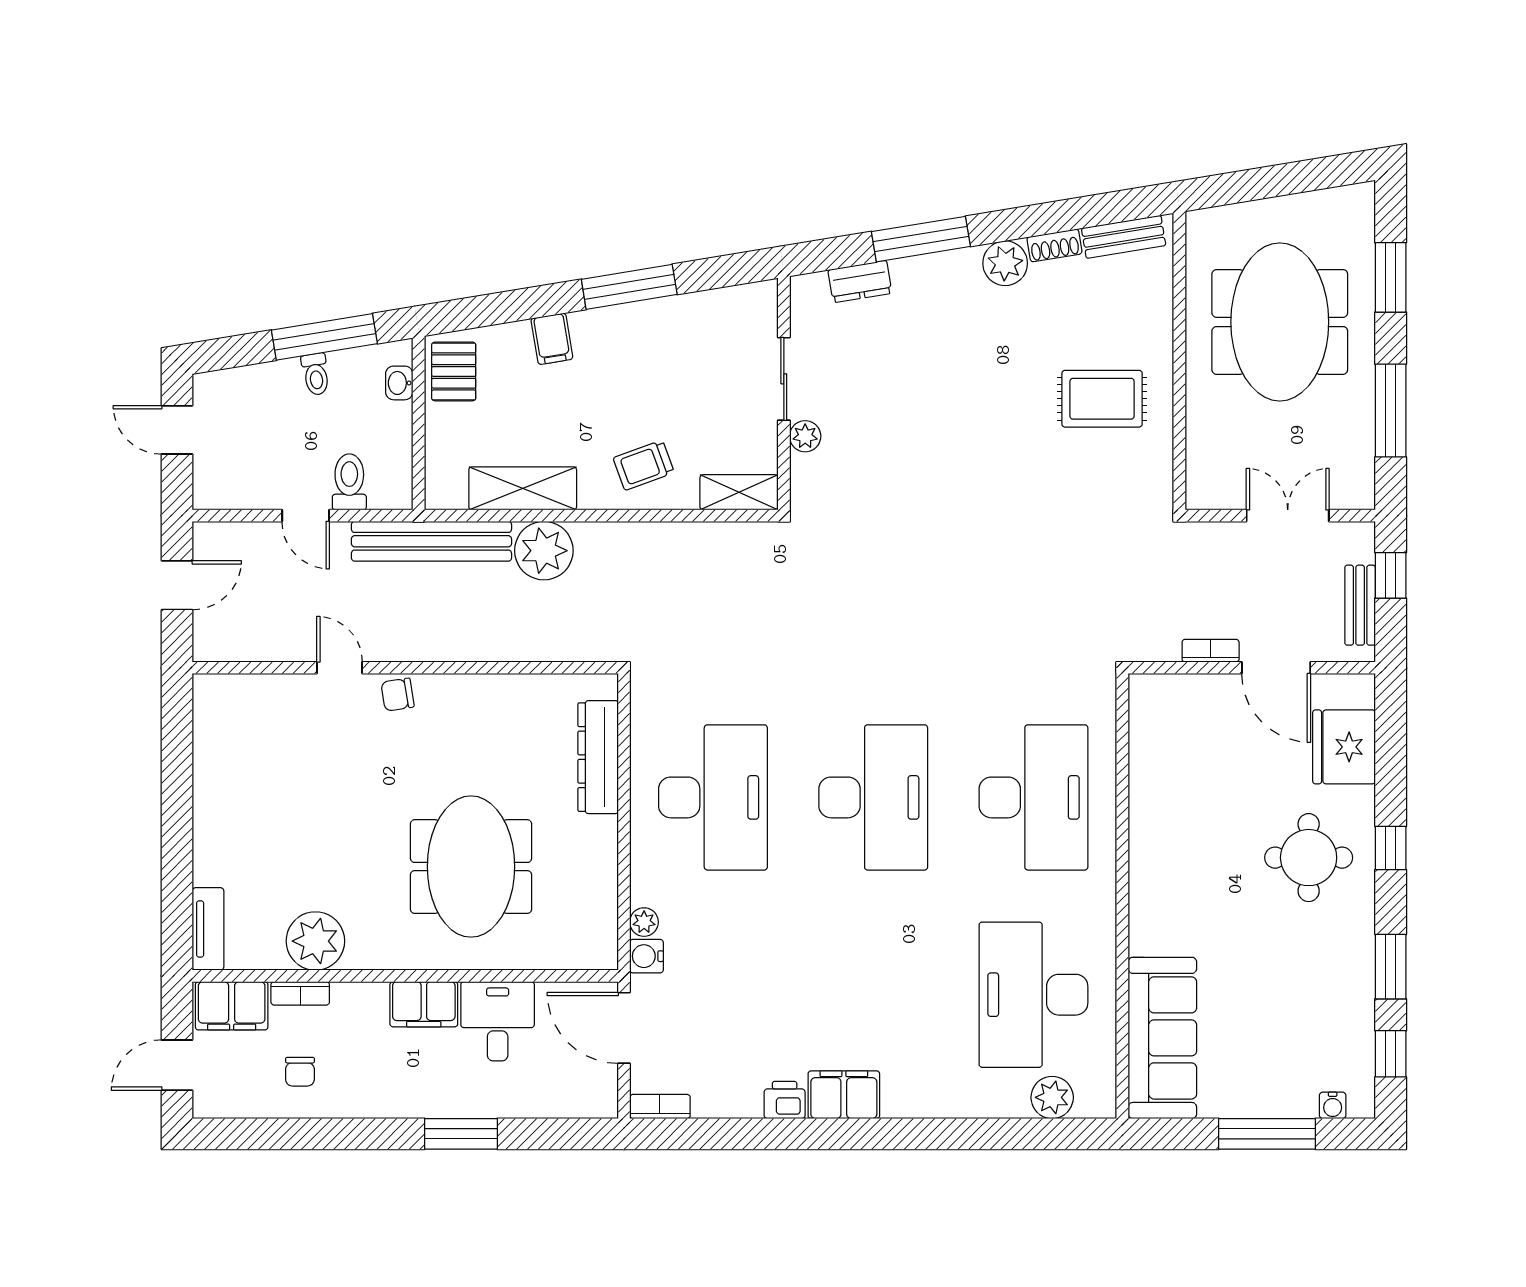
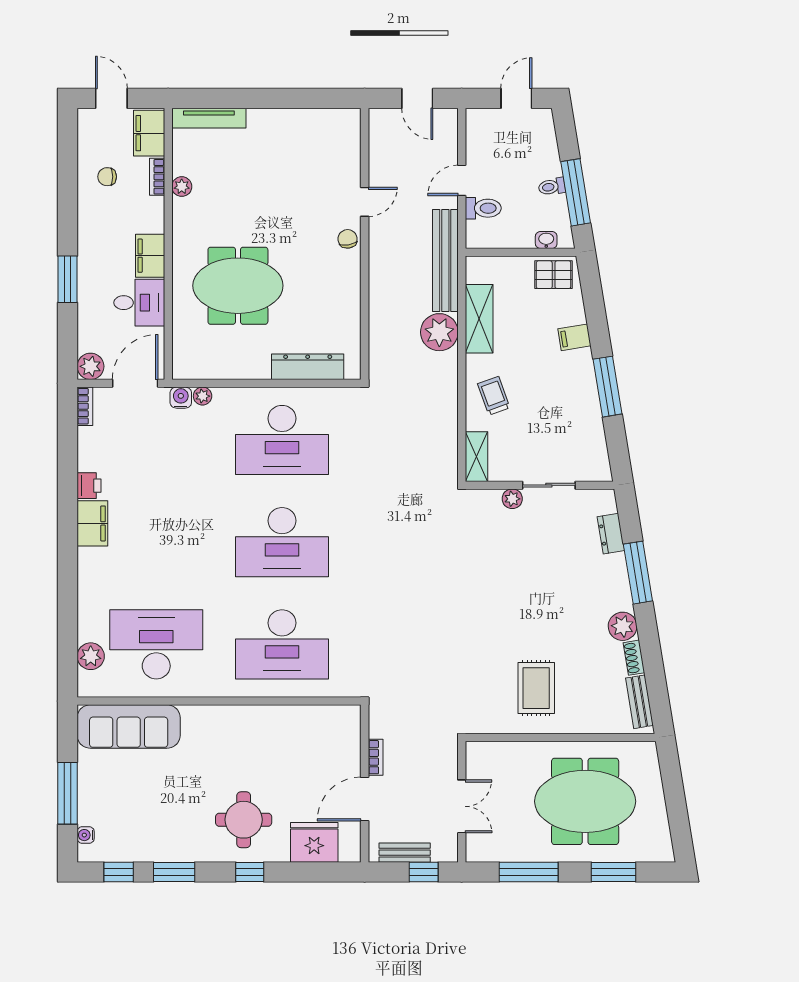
tv unit: (208, 929) -> (209, 118), width x1.41
plant: (315, 941) -> (182, 187), width x0.53, depth x0.53
plant: (597, 1098) -> (91, 366), added

